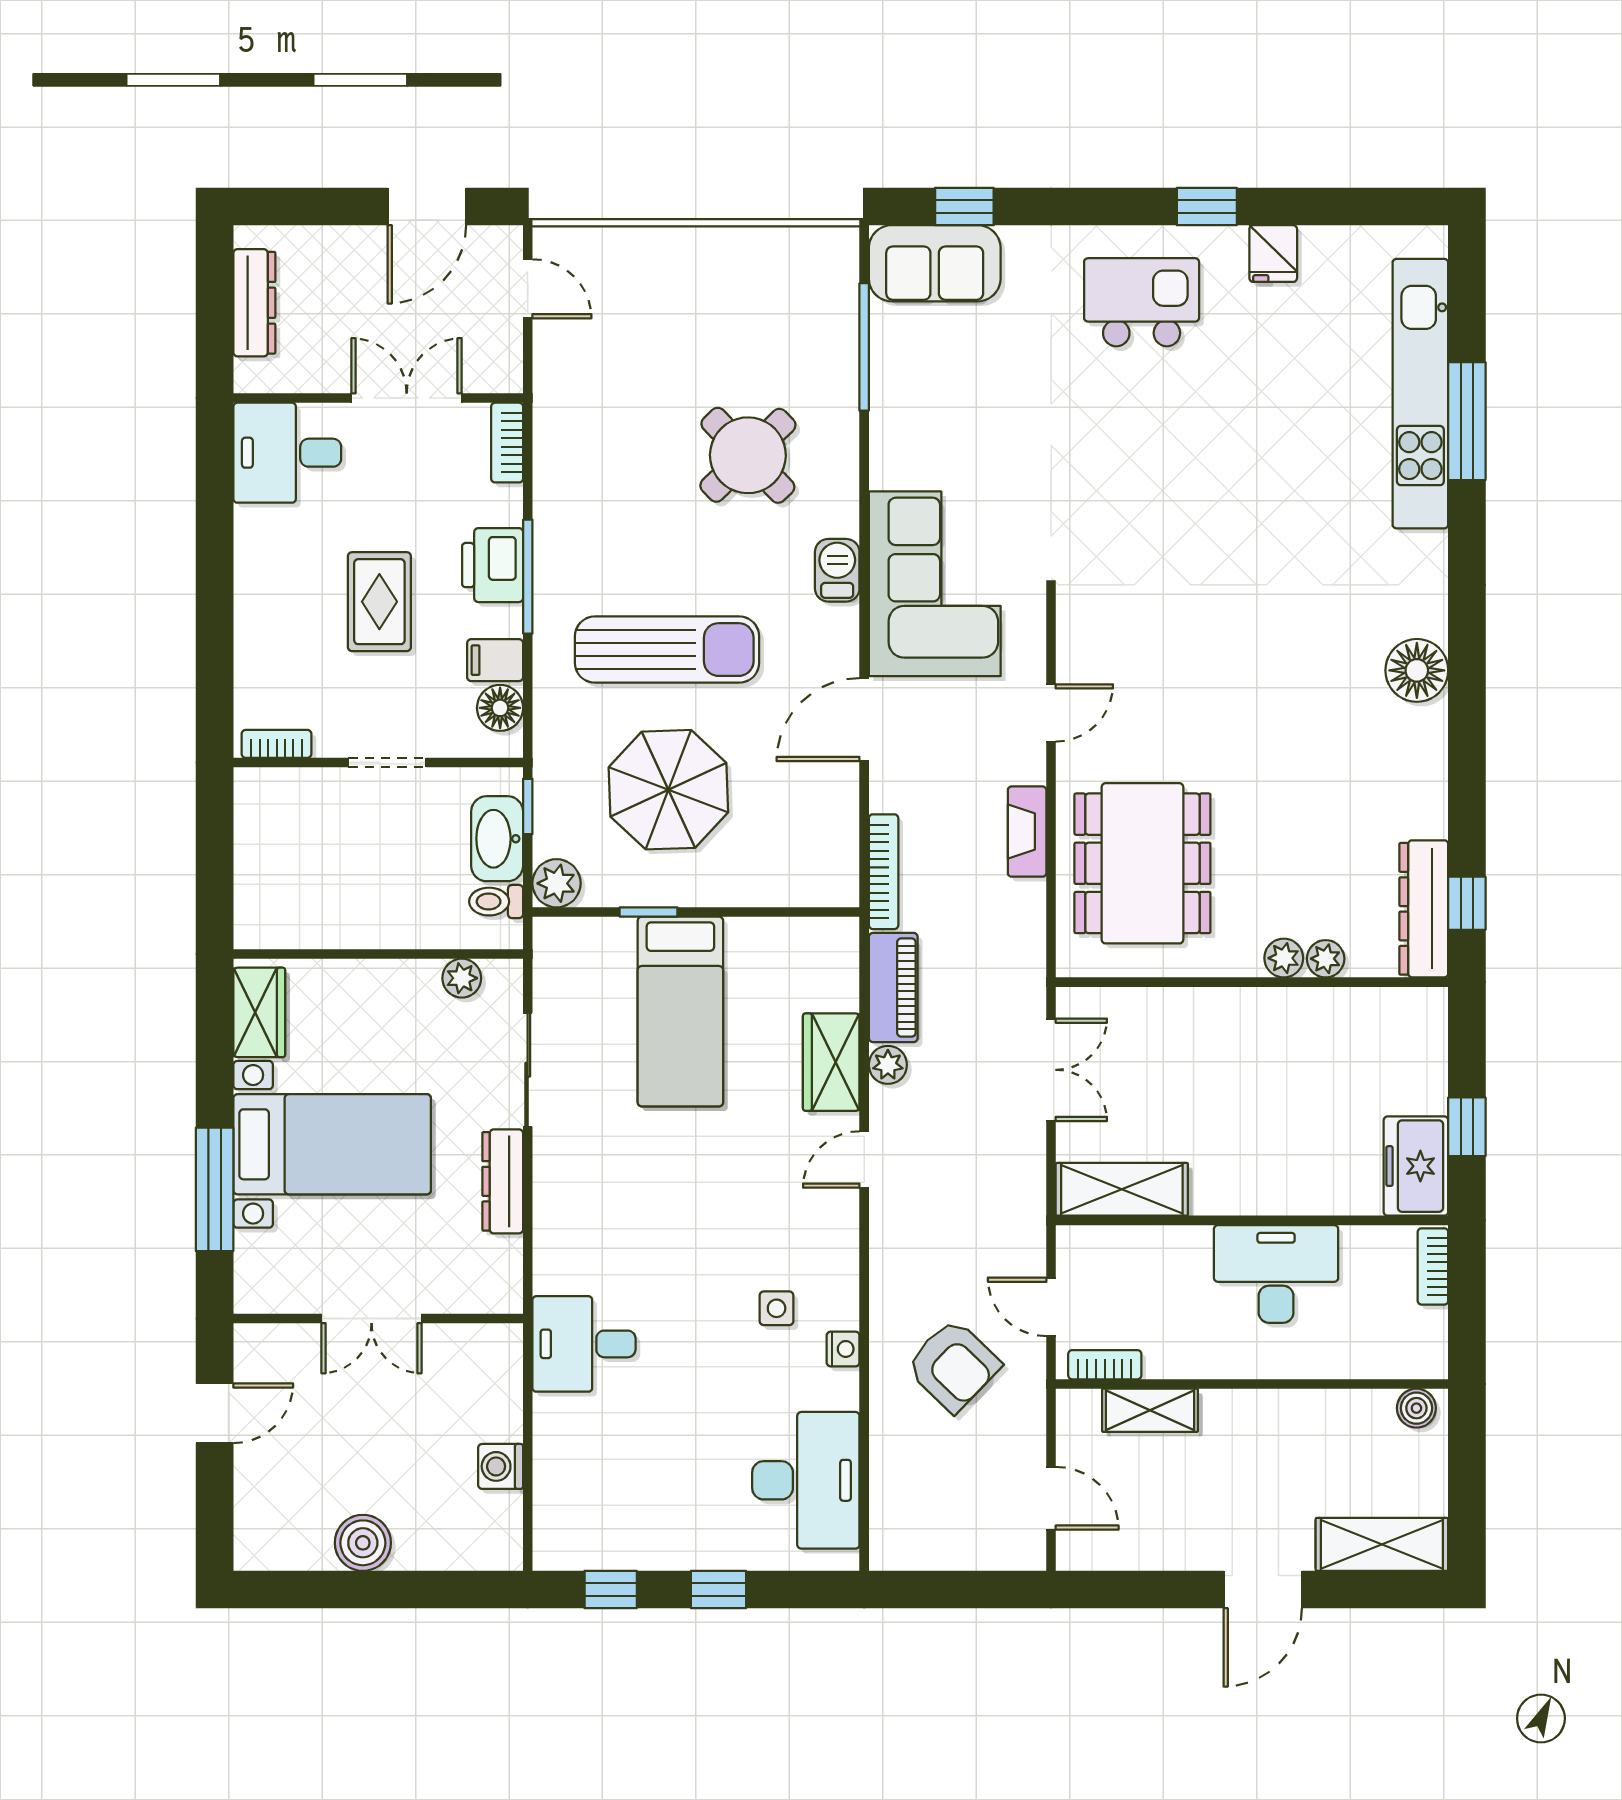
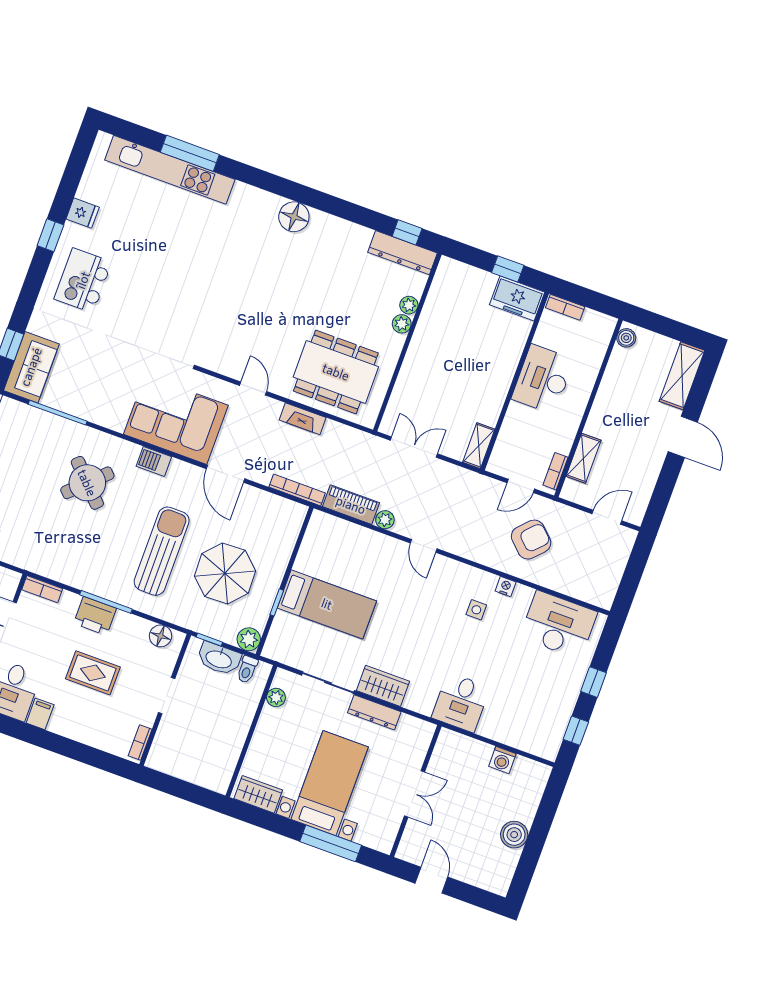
filing cabinet: (495, 660) -> (40, 714), moved, turned 180
wardrobe: (831, 1062) -> (383, 686), moved, turned 180
shelving: (1122, 1189) -> (479, 446), width x0.67, depth x0.75

